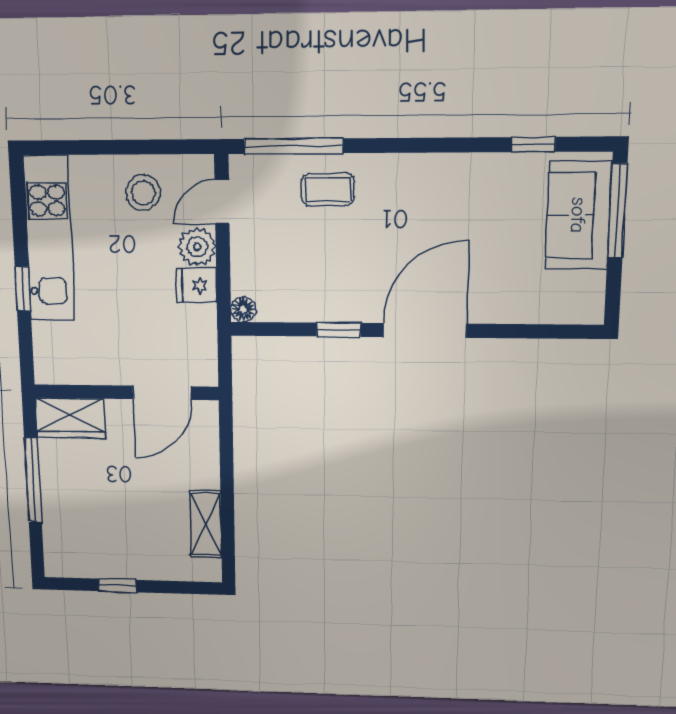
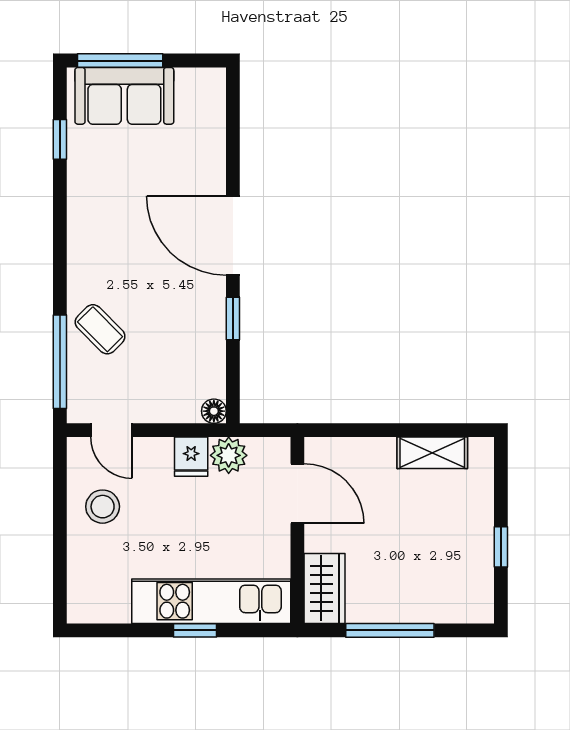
coffee table: (328, 190) -> (100, 329), turned -45
kitchen unit: (49, 239) -> (211, 601), moved
plant: (197, 247) -> (229, 455), moved

